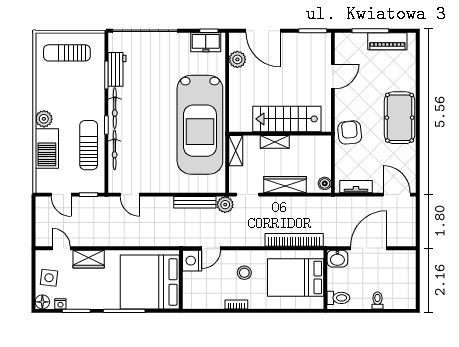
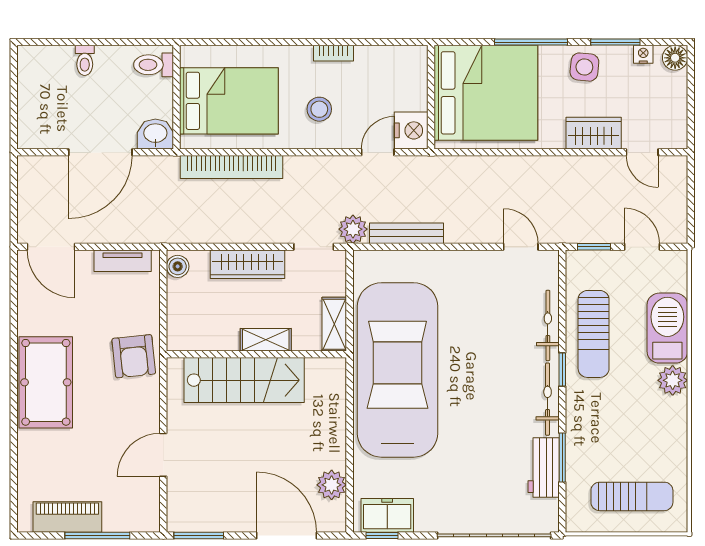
side table: (49, 278) -> (584, 67), moved

